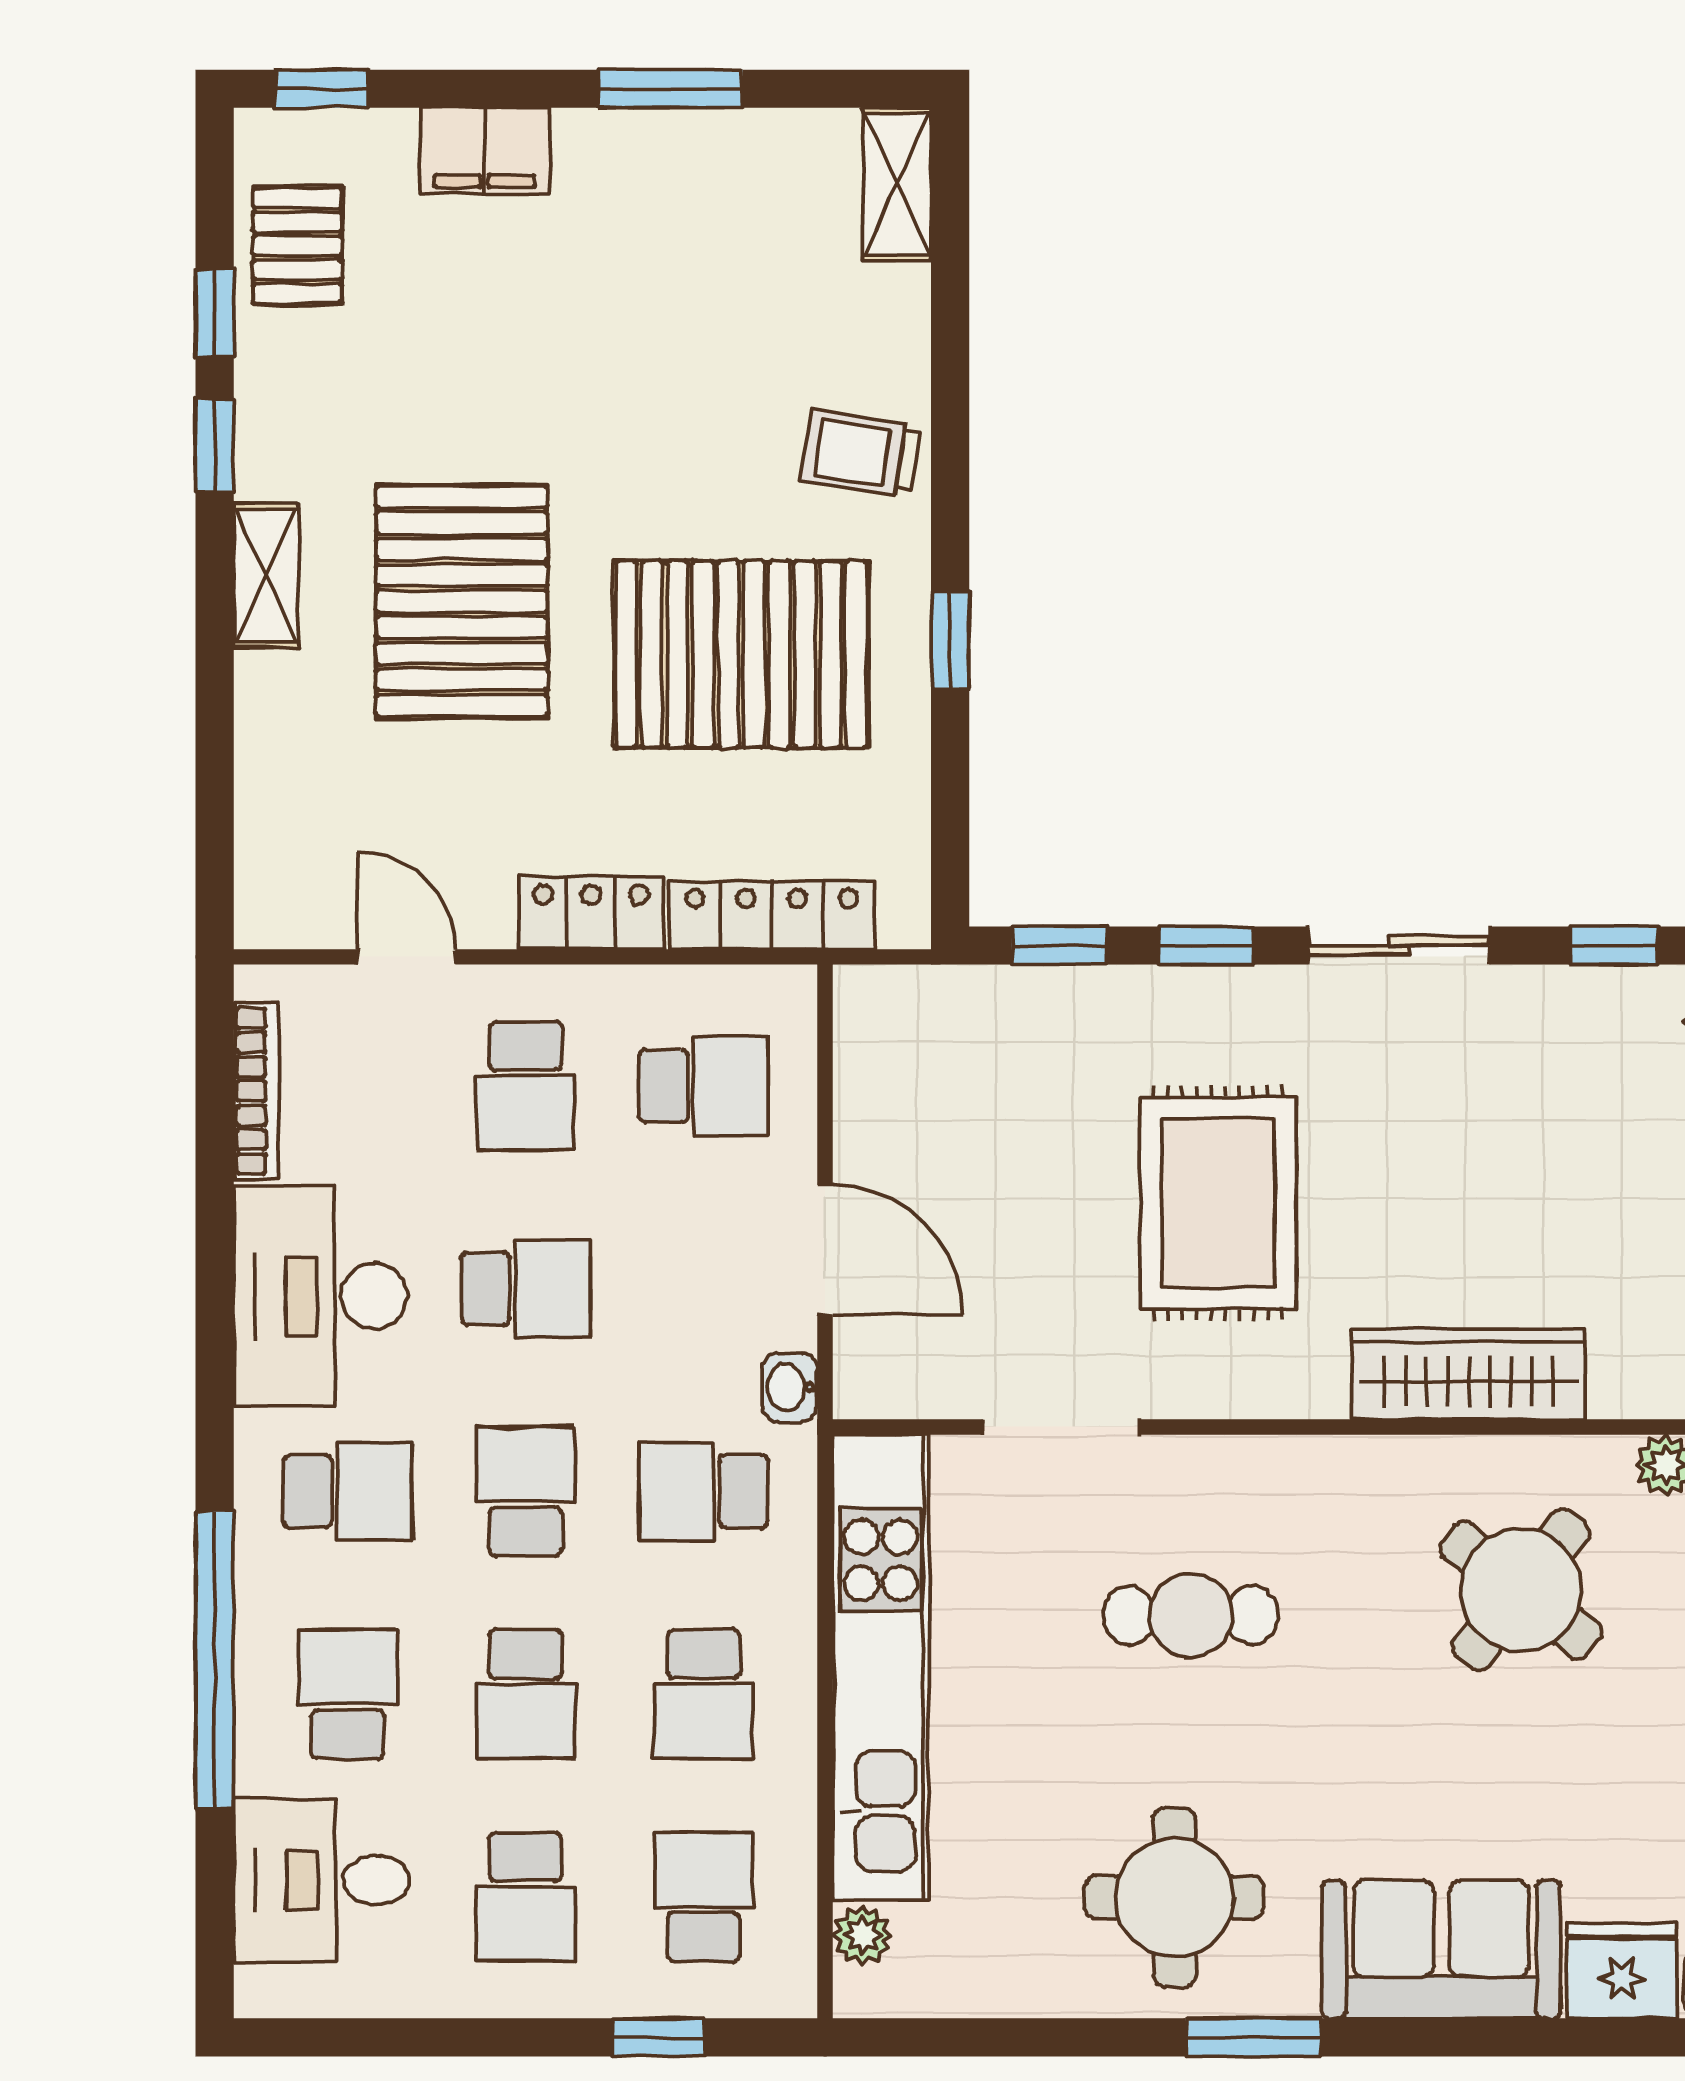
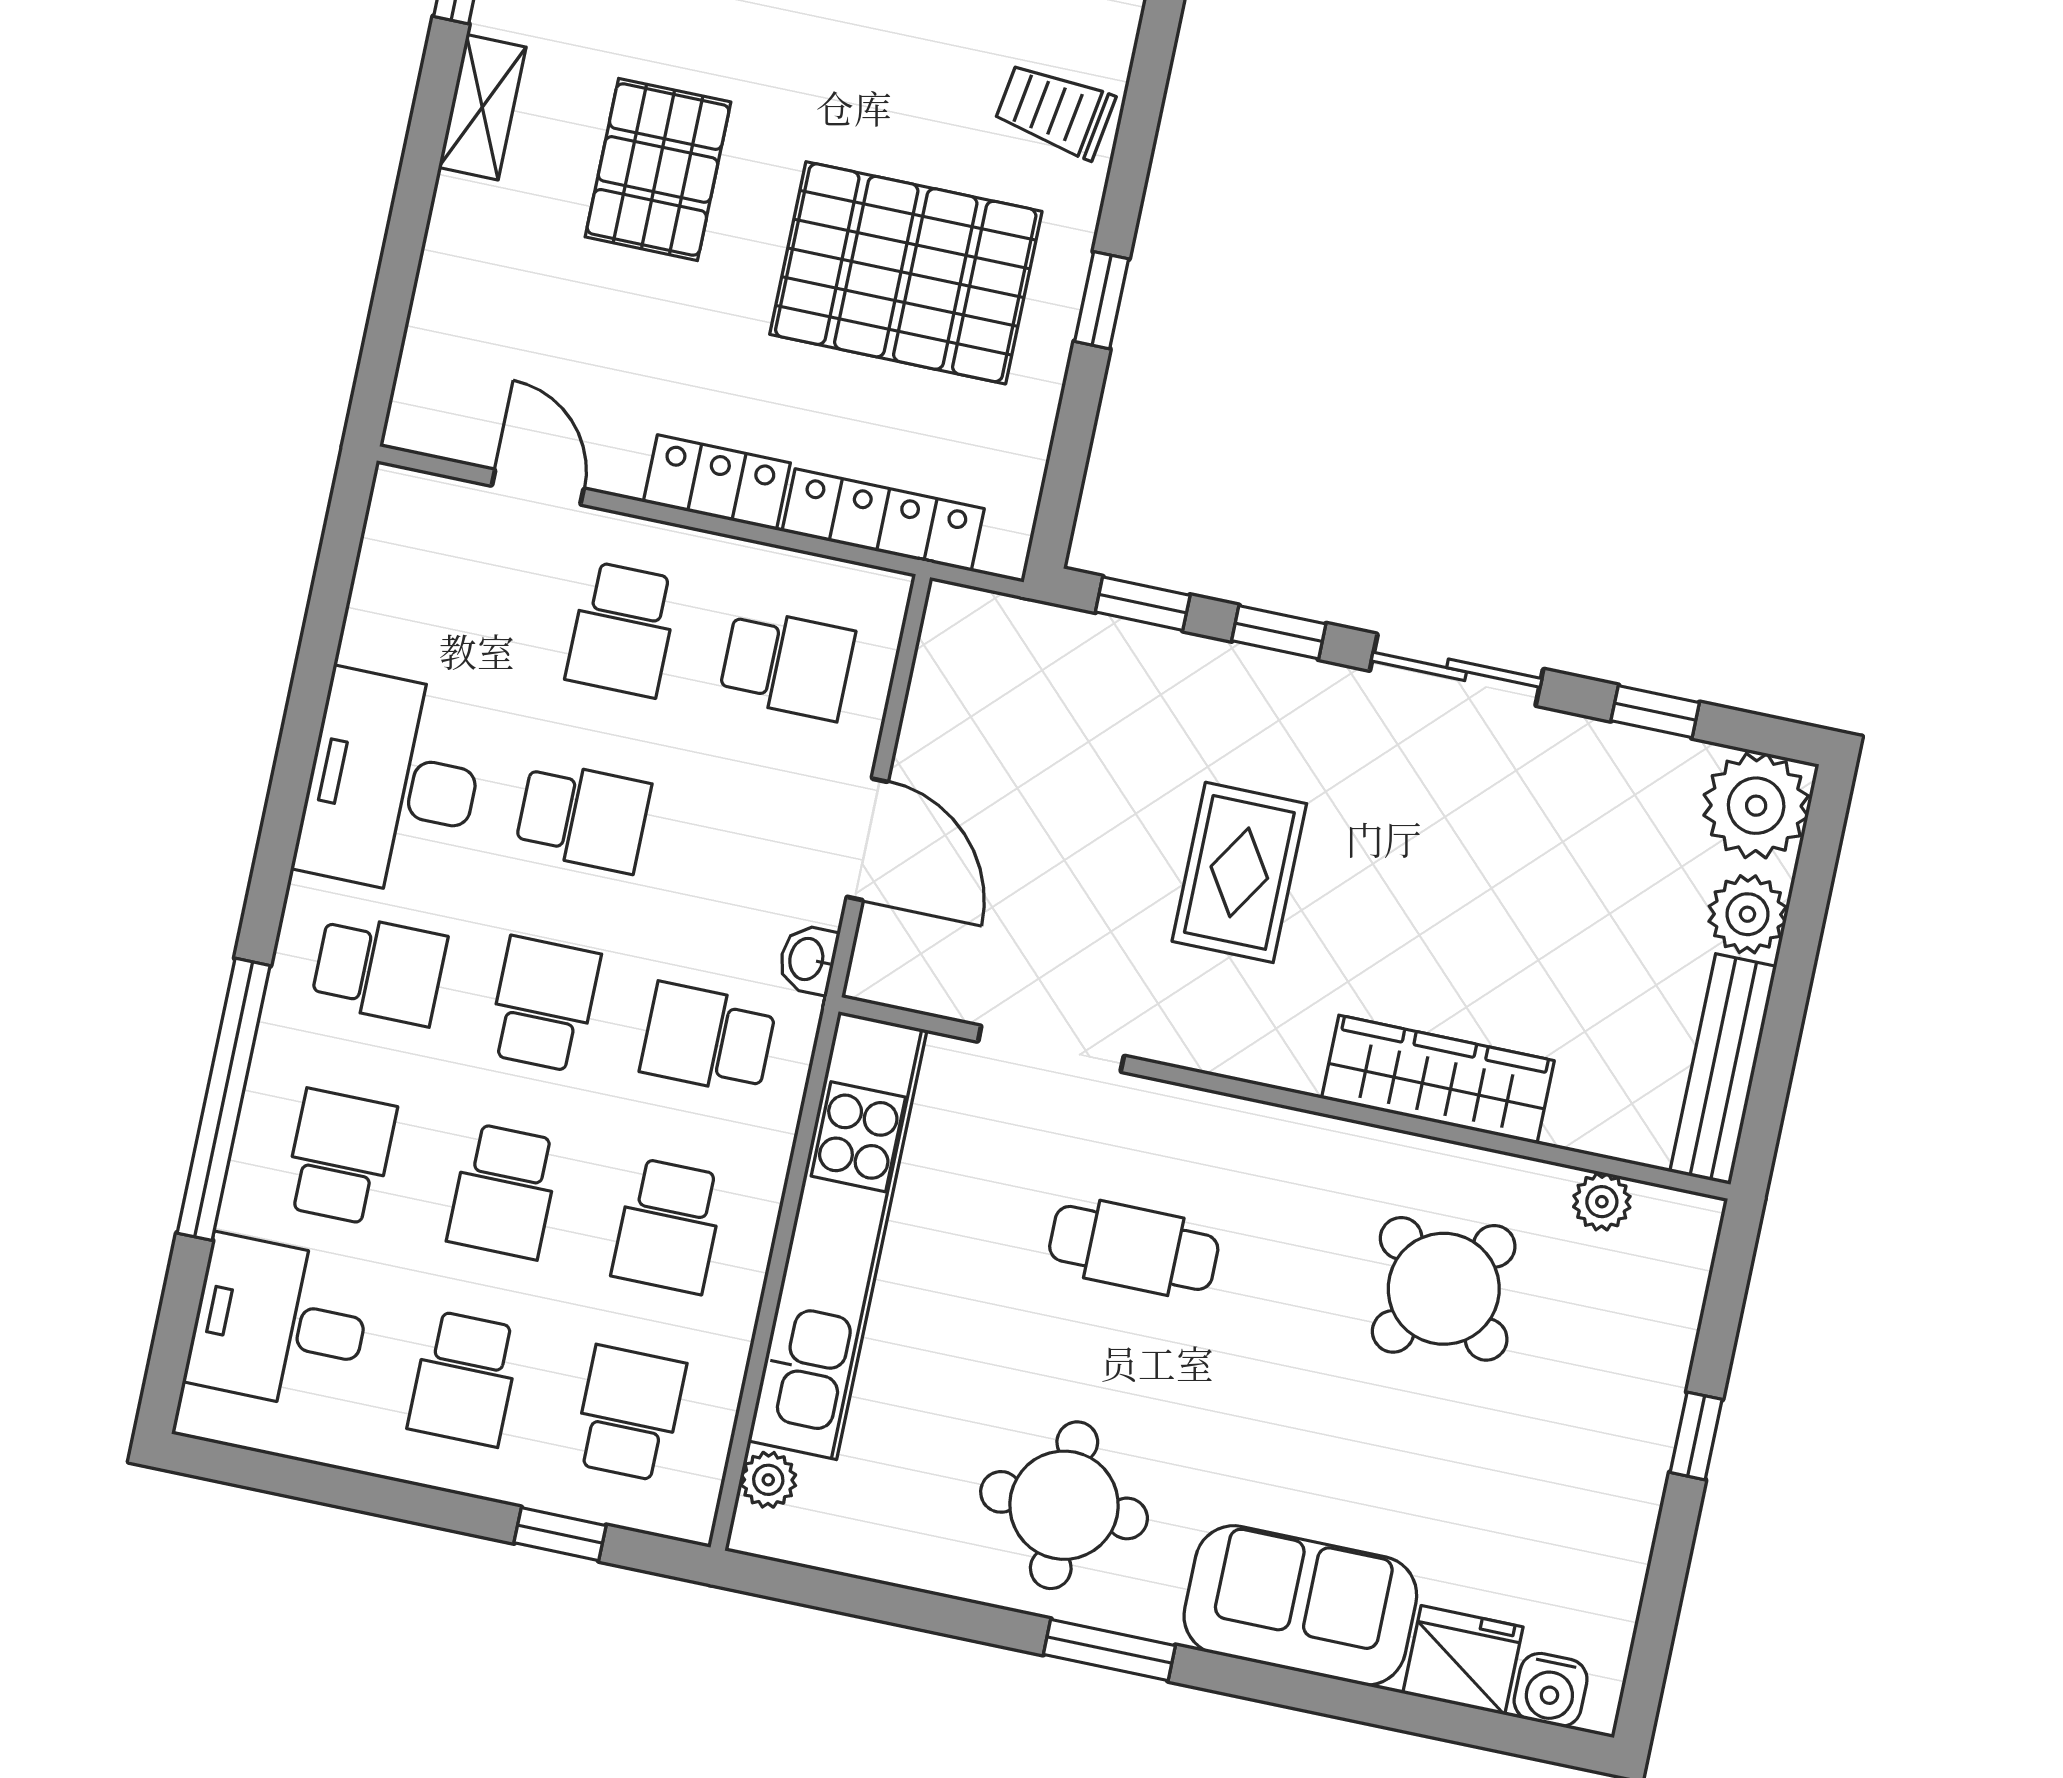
pallet: (462, 601) -> (658, 169), width x0.73, depth x0.71
bookcase: (256, 1091) -> (373, 582), removed
rug: (1218, 1203) -> (1239, 872), width x0.73, depth x0.70

